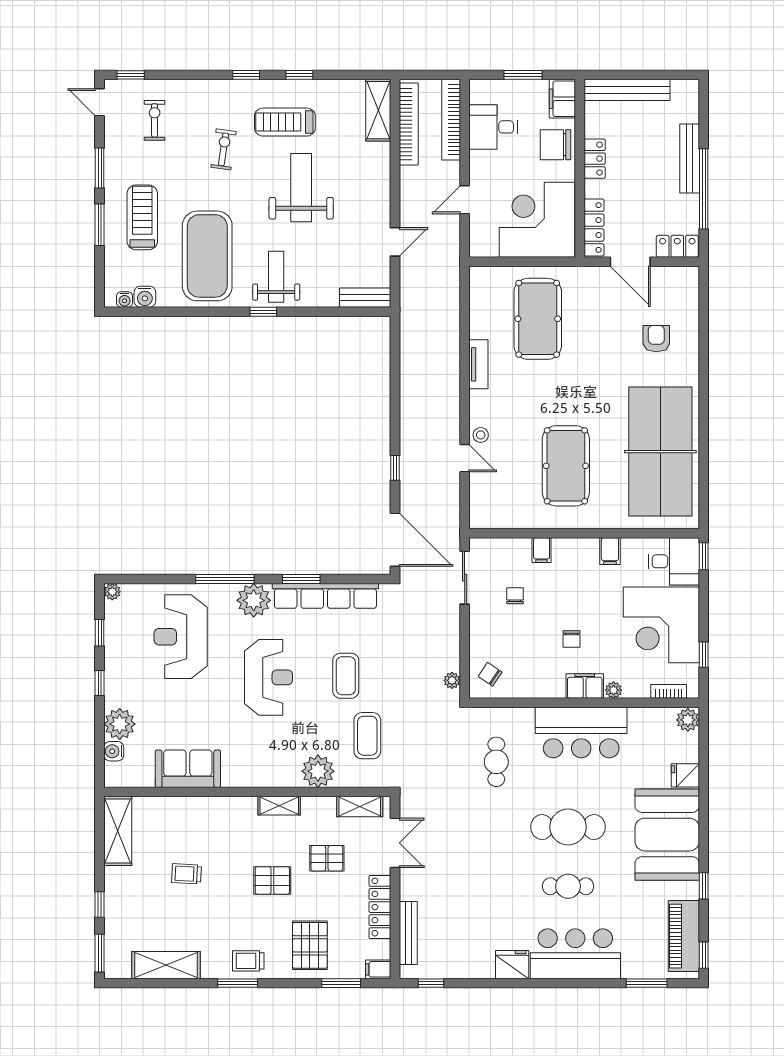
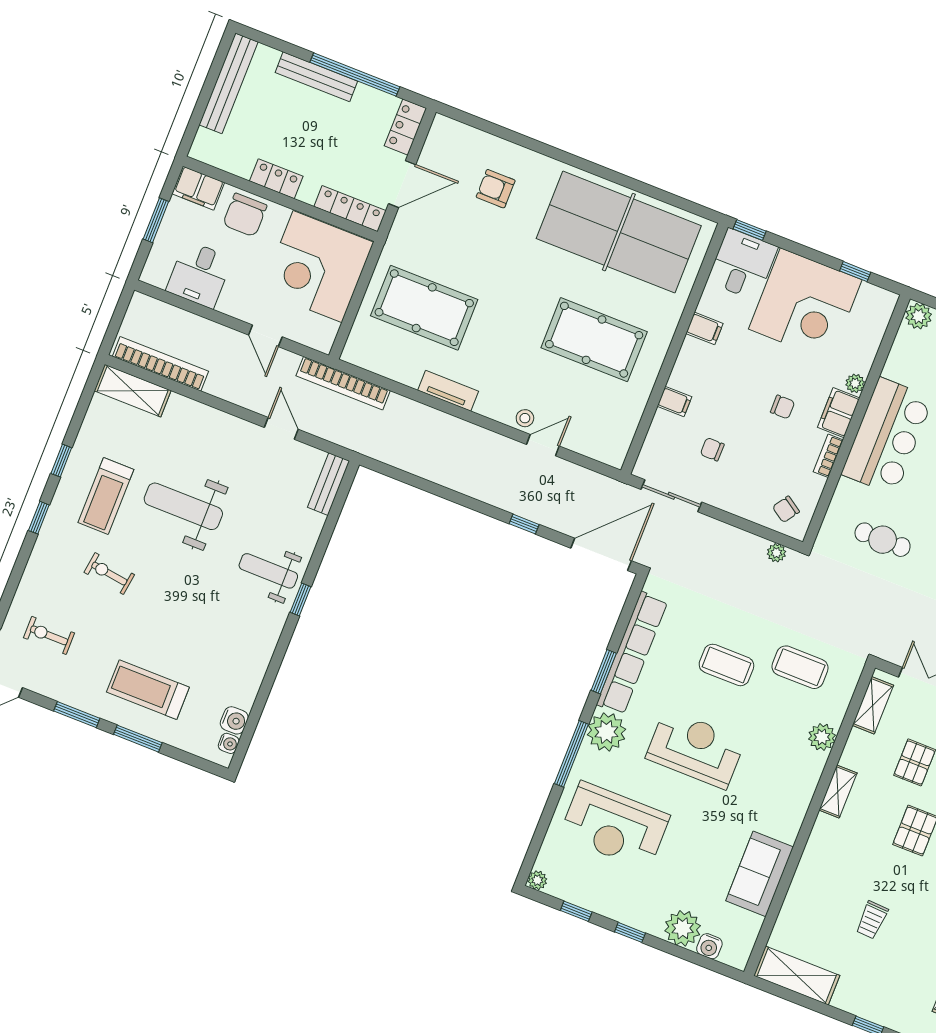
bench: (627, 90) -> (229, 83), moved
bookcase: (451, 120) -> (343, 383), moved
exercise mat: (207, 256) -> (217, 636), removed
bookcase: (669, 691) -> (828, 456), moved
plant: (318, 771) -> (822, 737), width x0.73, depth x0.73

